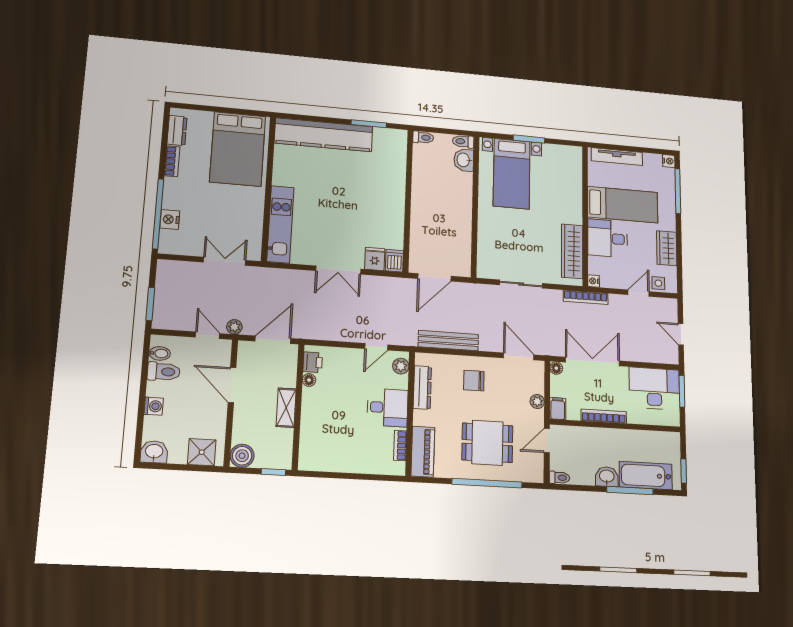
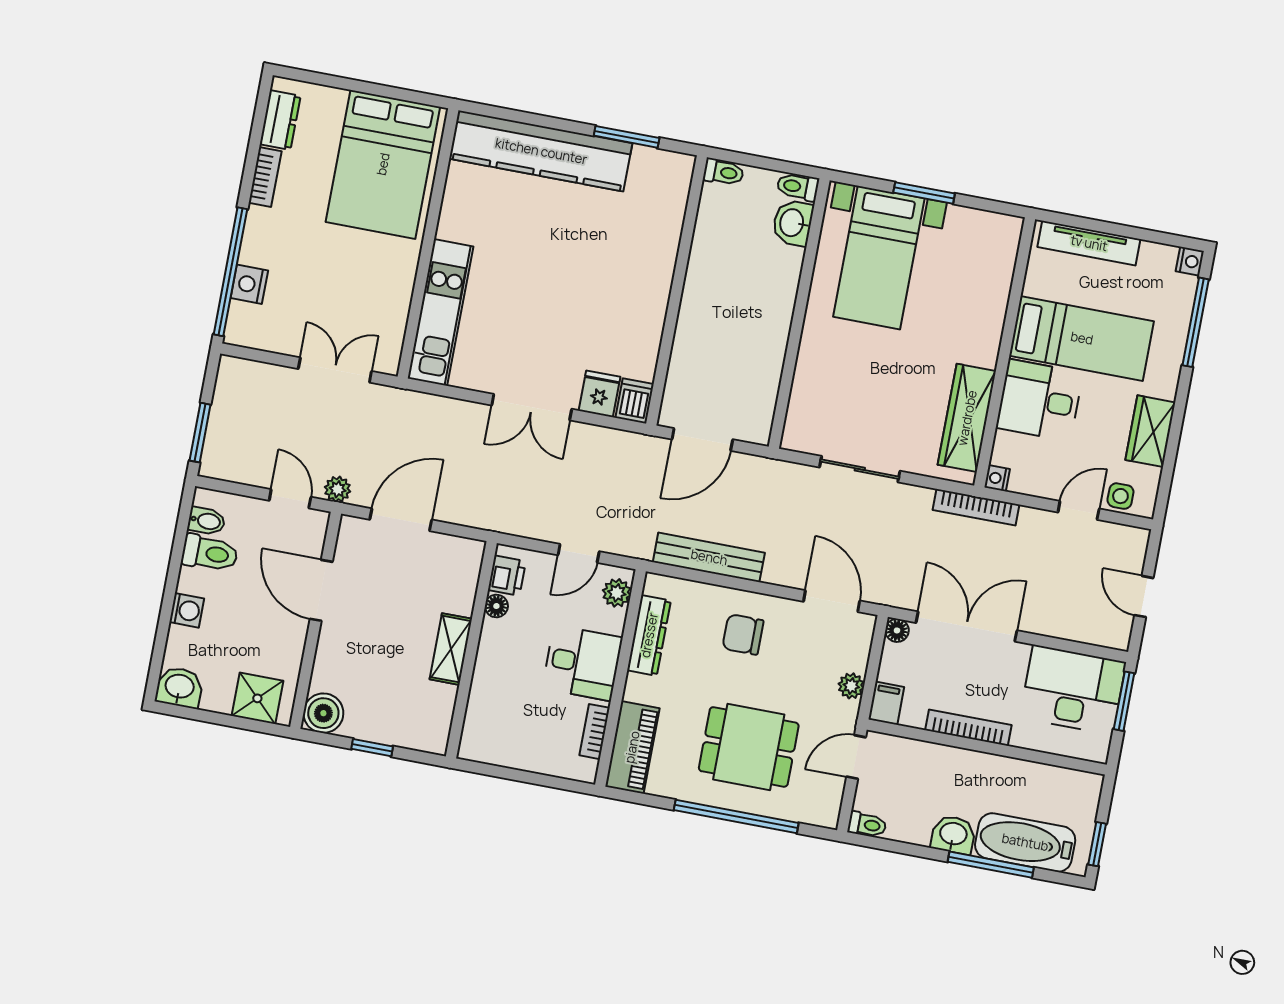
printer: (313, 362) -> (507, 576), moved
floor lamp: (309, 380) -> (496, 606), moved
wall: (298, 407) -> (471, 650), moved
shelving: (286, 408) -> (451, 649), moved

